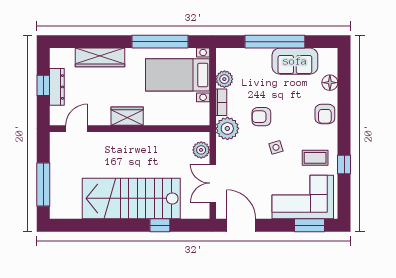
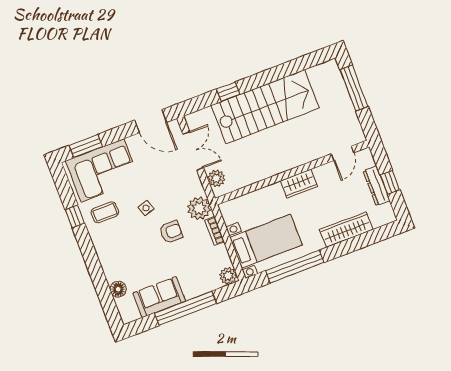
plant: (224, 79) -> (228, 276), moved
armchair: (325, 114) -> (112, 258), removed

